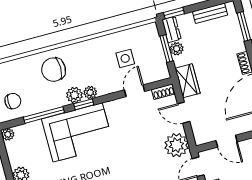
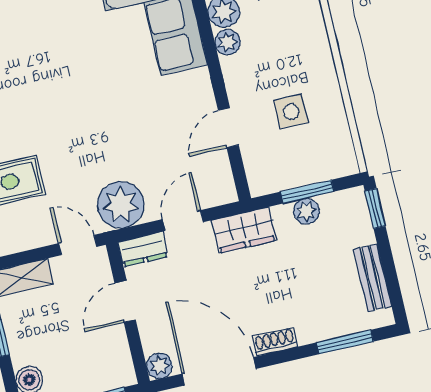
dresser: (172, 29) -> (143, 249), moved
door: (135, 91) -> (228, 128), swing flipped
shoe rack: (163, 92) -> (224, 183), removed
window: (84, 104) -> (205, 29), removed

